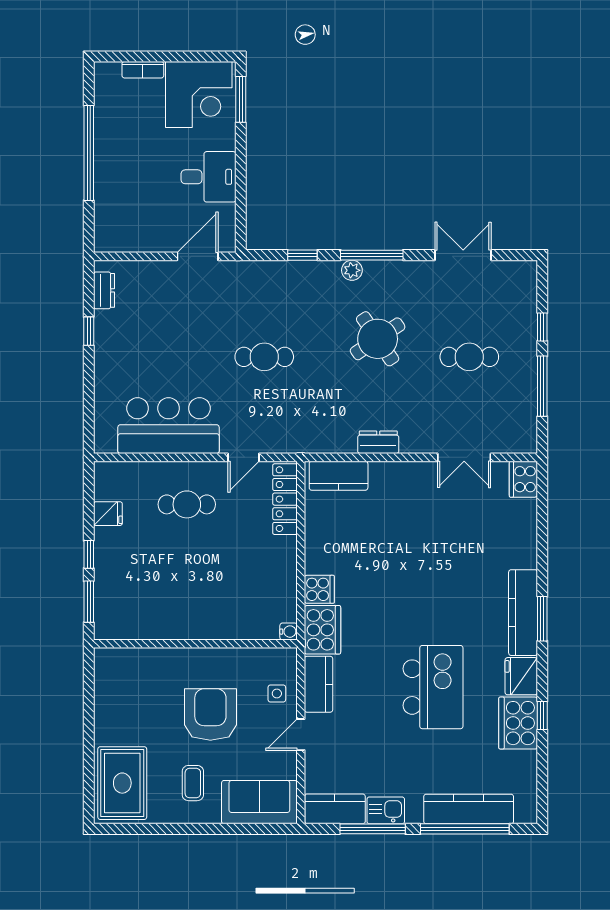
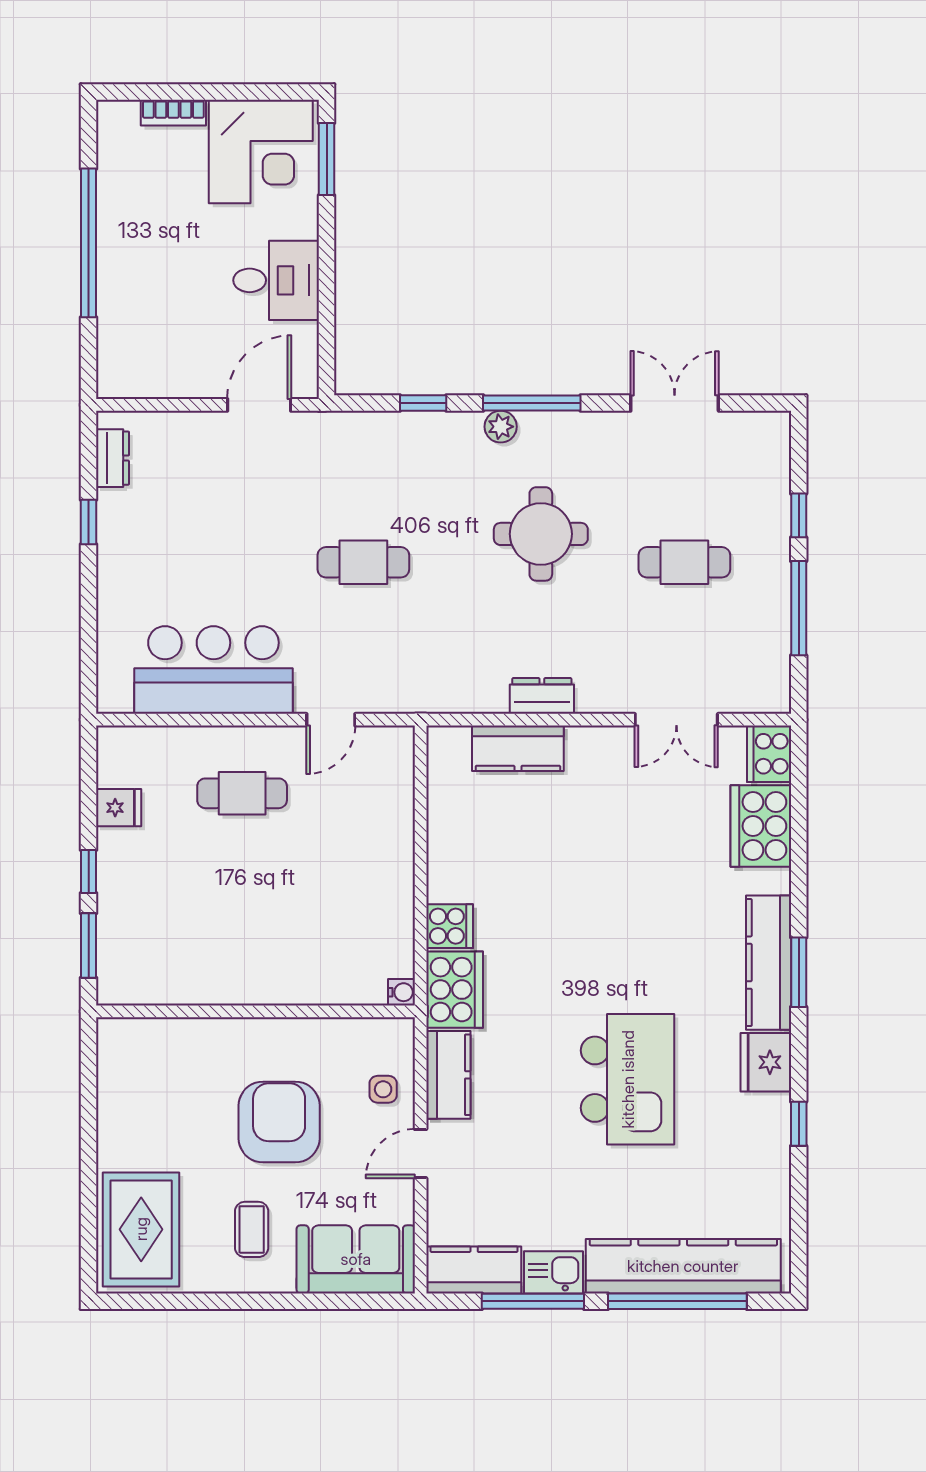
round table: (378, 339) -> (541, 534), turned 34
kitchen counter: (339, 476) -> (518, 748), moved
locker: (285, 499) -> (396, 785), removed
cooker: (518, 723) -> (761, 826), moved
kitchen counter: (469, 809) -> (683, 1266), width x1.39, depth x1.17

